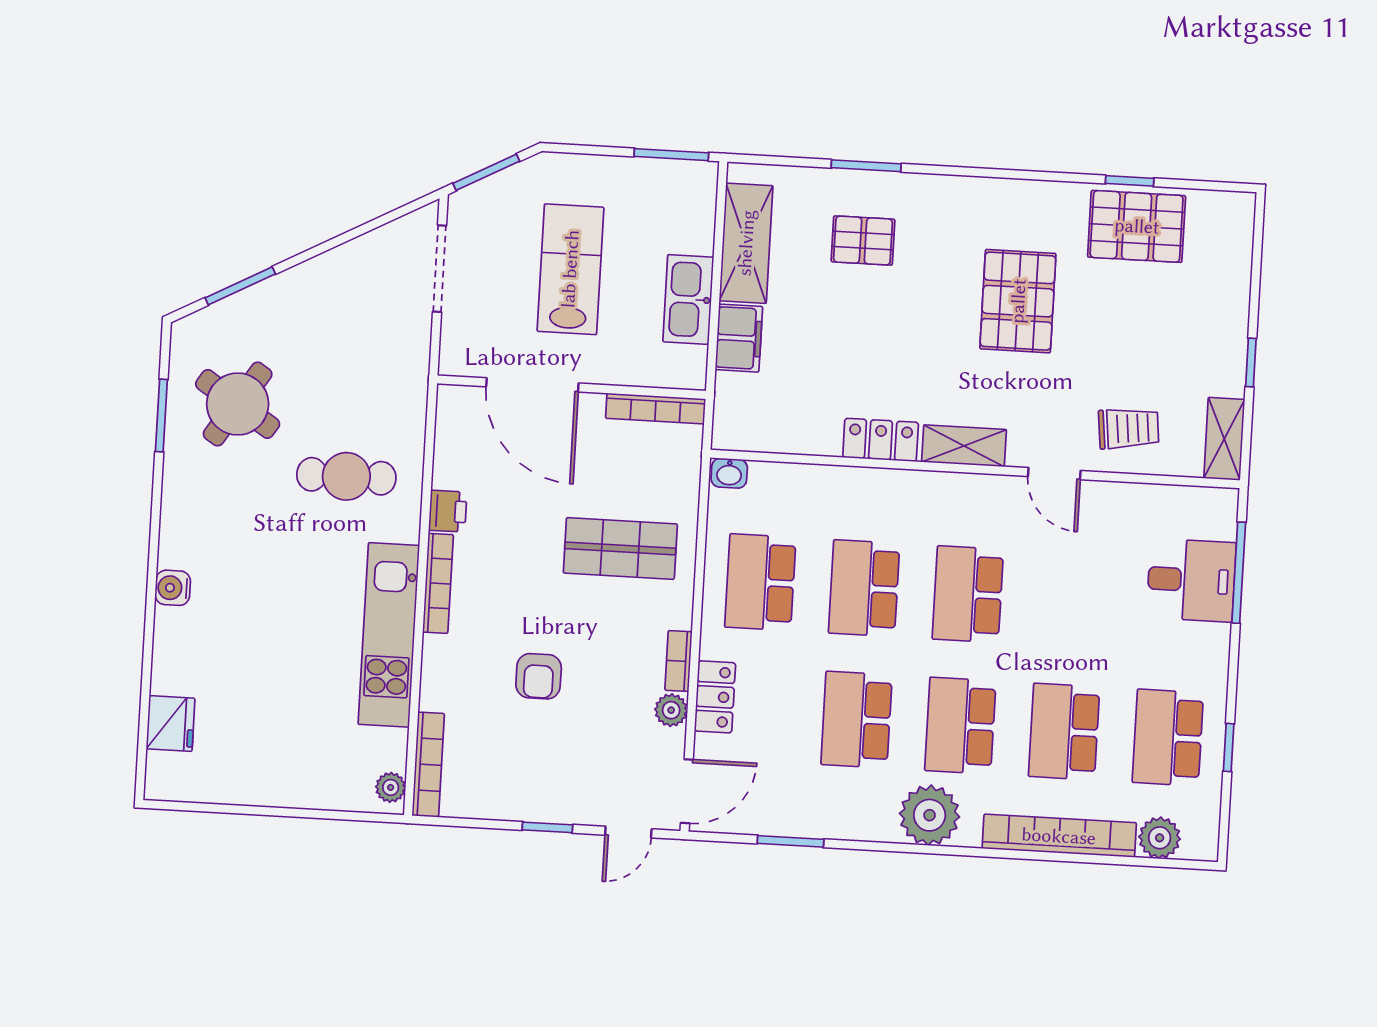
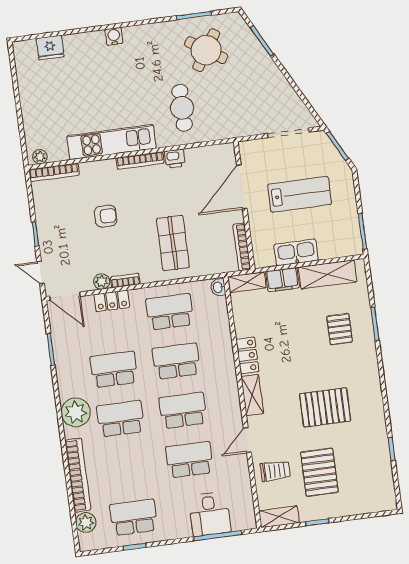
pallet: (1137, 226) -> (319, 472), moved
shelving: (730, 412) -> (247, 282), added
trolley: (1129, 428) -> (275, 471), turned -84
armchair: (539, 676) -> (106, 216), turned 180
school desk: (1064, 732) -> (189, 460), moved

